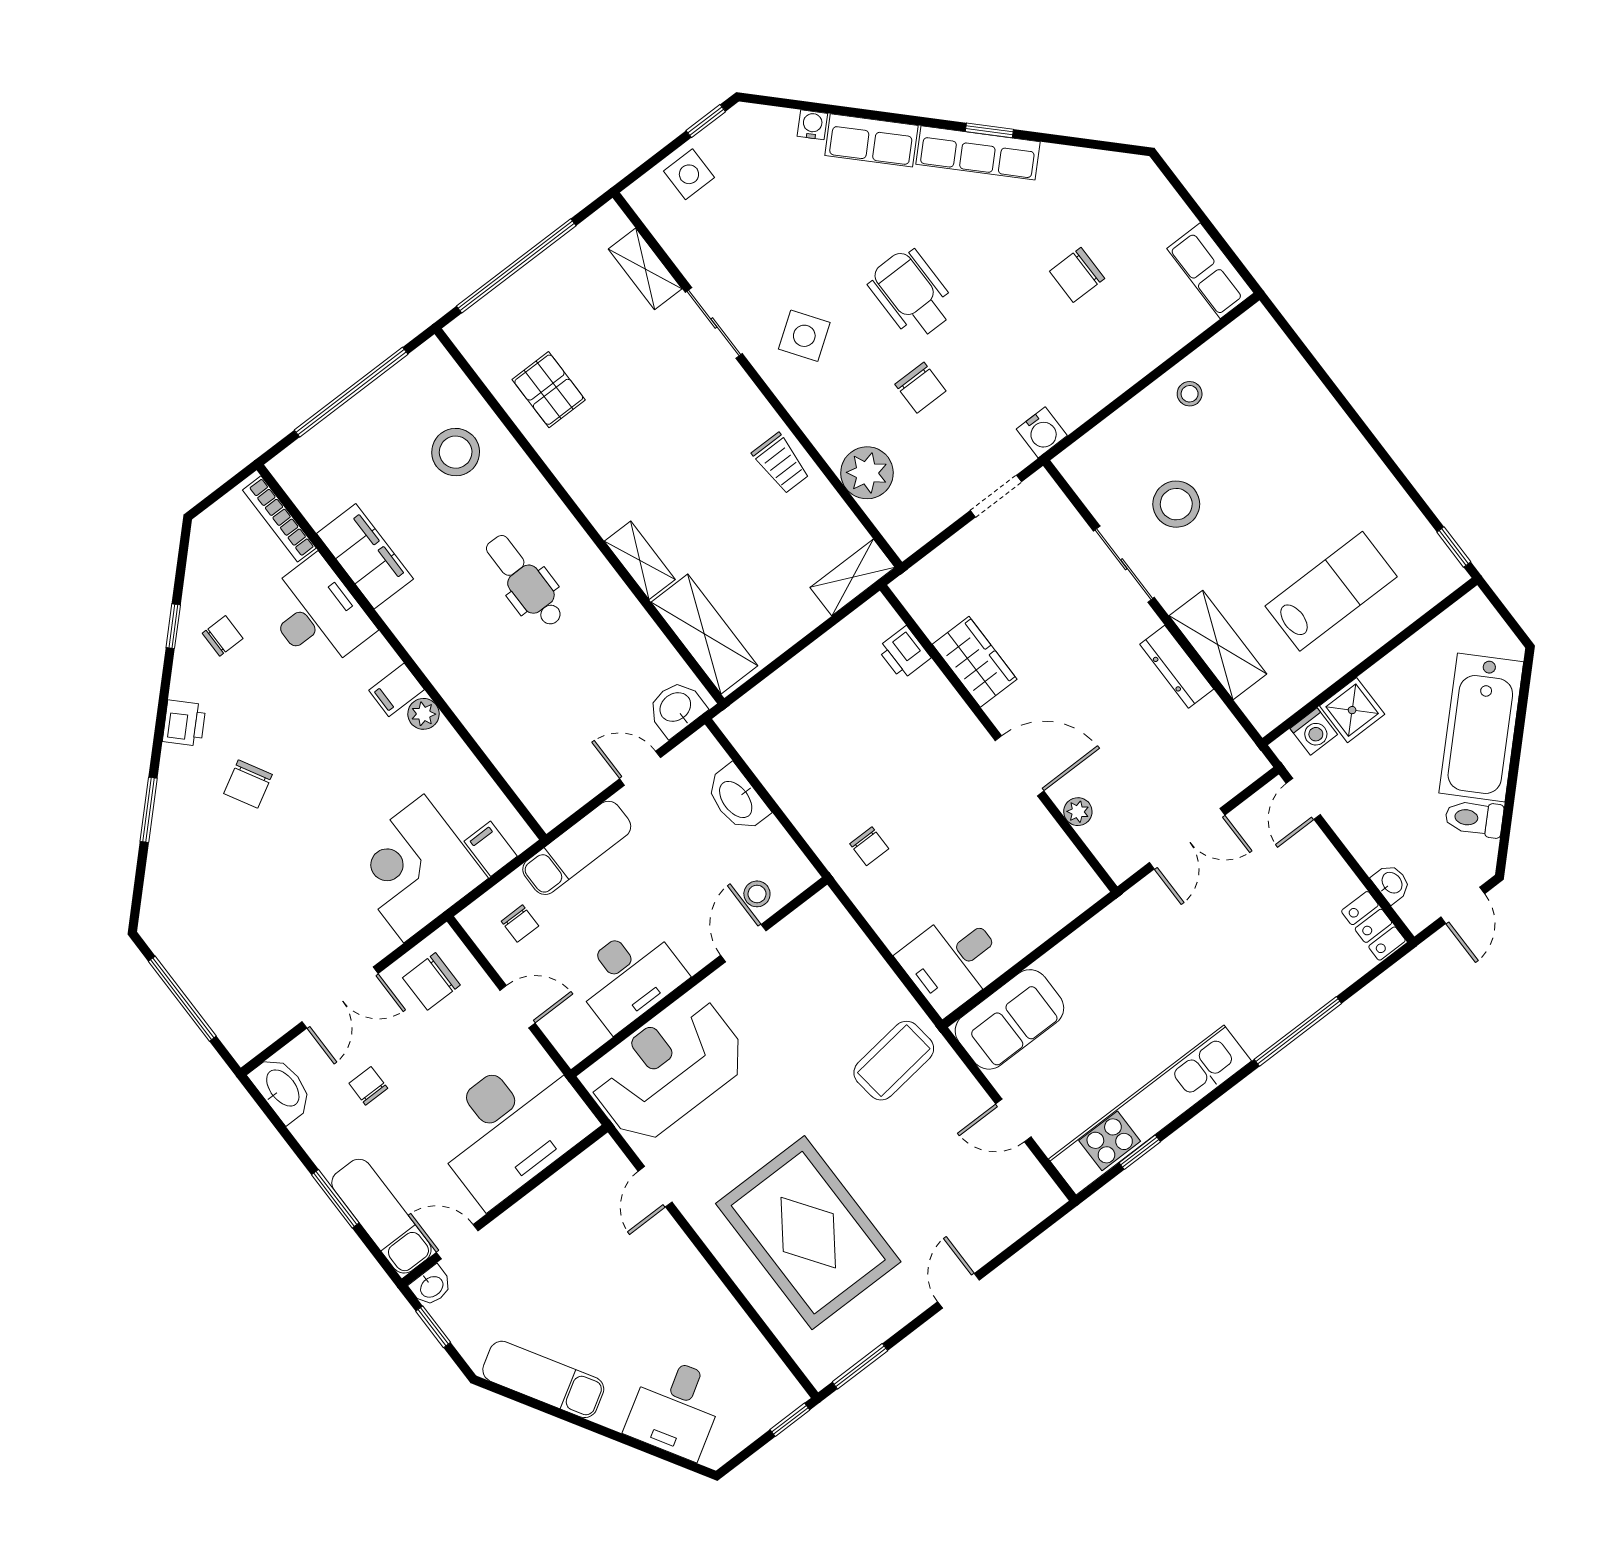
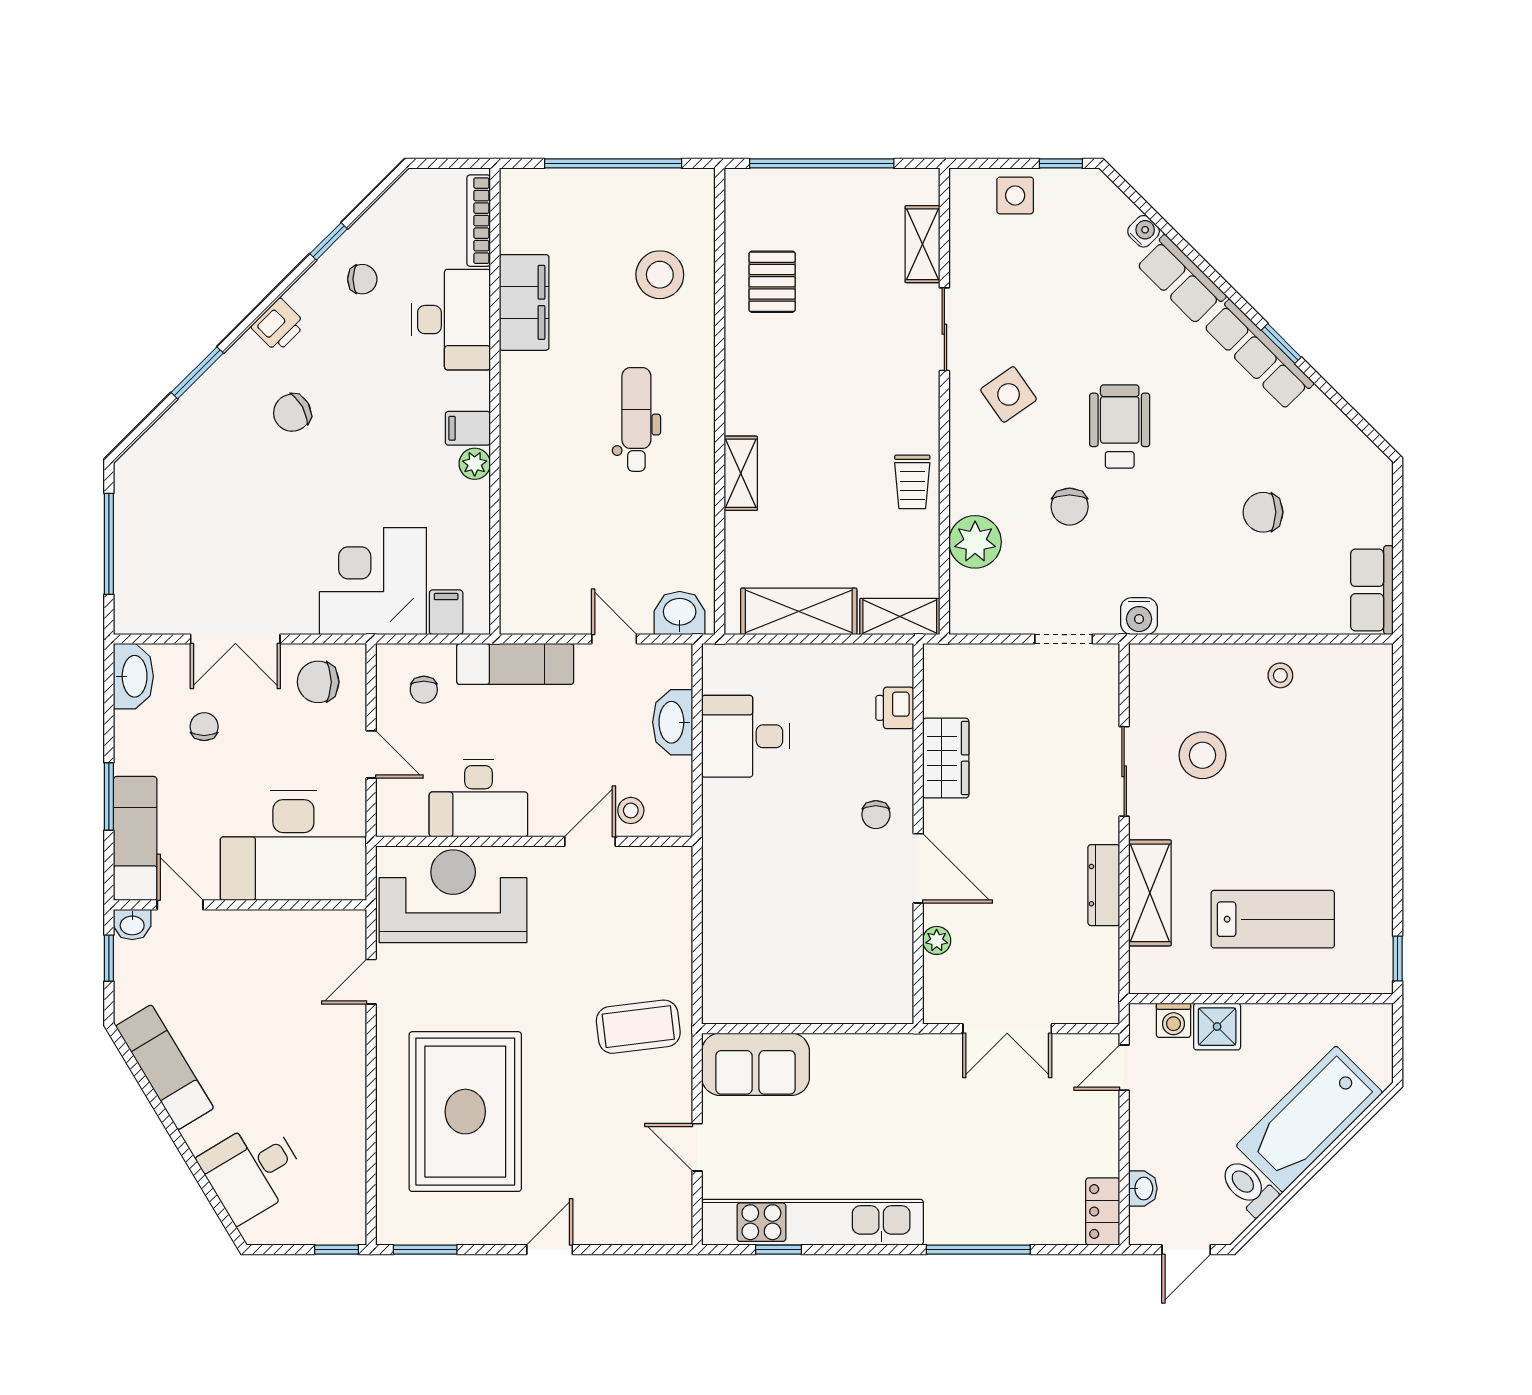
shelving: (704, 634) -> (799, 611), moved, turned 90
chair: (869, 846) -> (876, 815), moved
desk: (953, 961) -> (746, 736), moved

